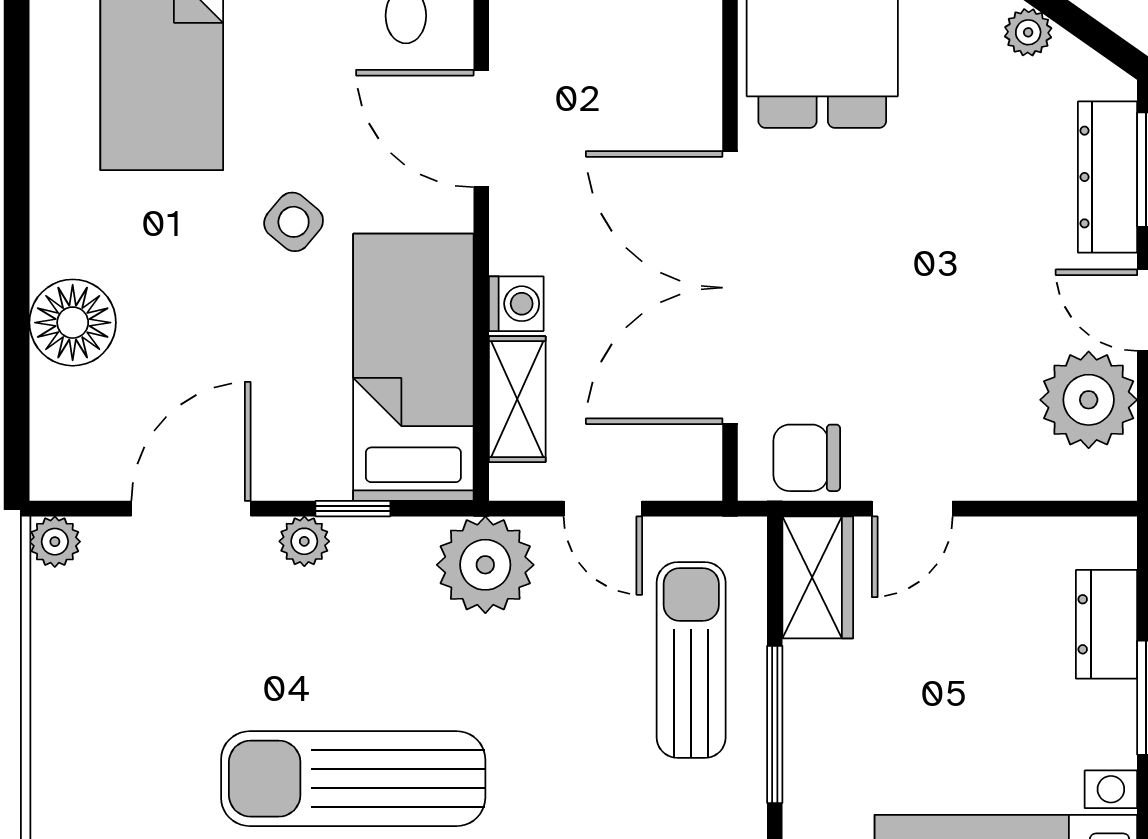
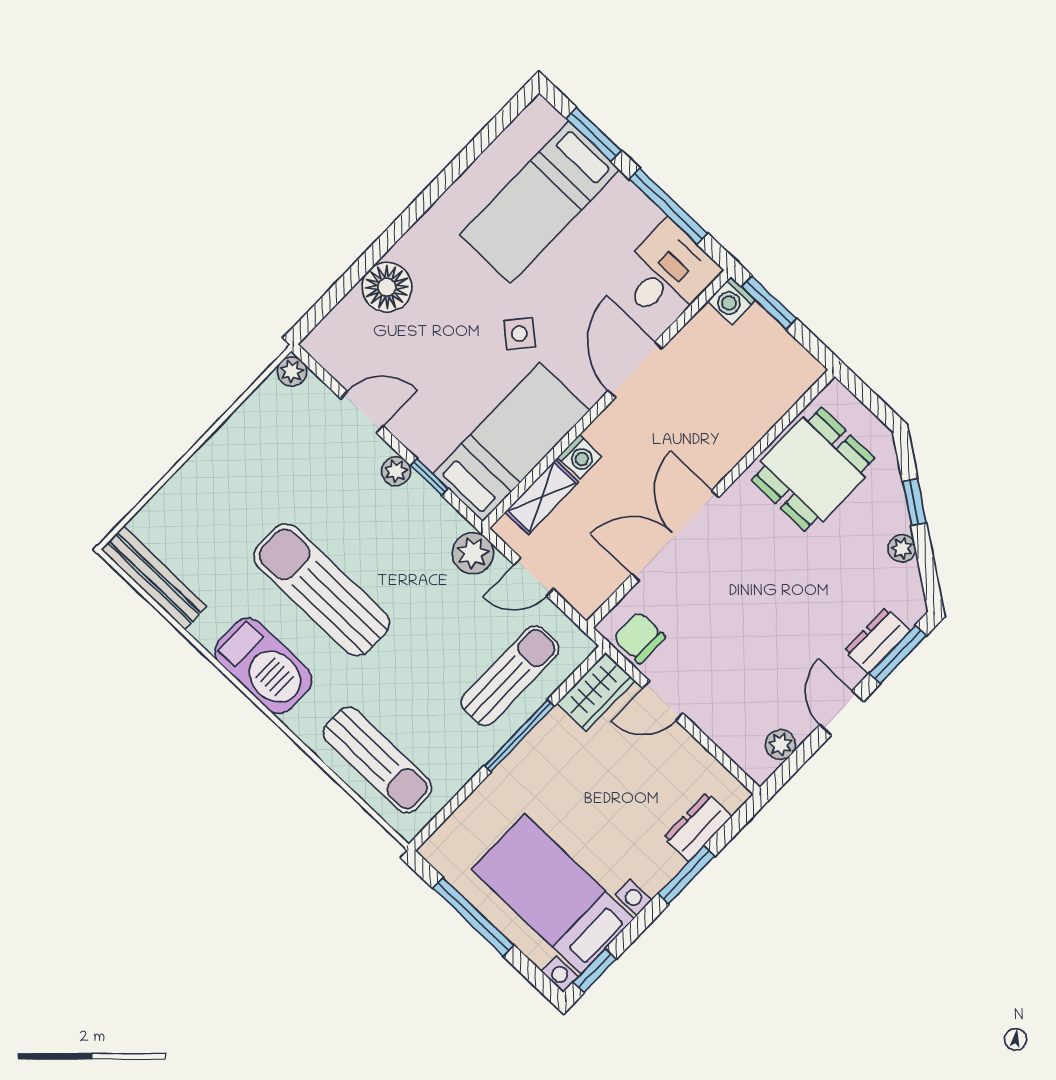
dresser: (1108, 177) -> (877, 641), width x0.70
double door: (730, 288) -> (675, 536), width x0.73
plant: (1089, 400) -> (780, 745), width x0.53, depth x0.53
door: (191, 509) -> (362, 412), width x0.73
door: (603, 509) -> (534, 577), hinge flipped
plant: (485, 565) -> (473, 553), width x0.73, depth x0.73

